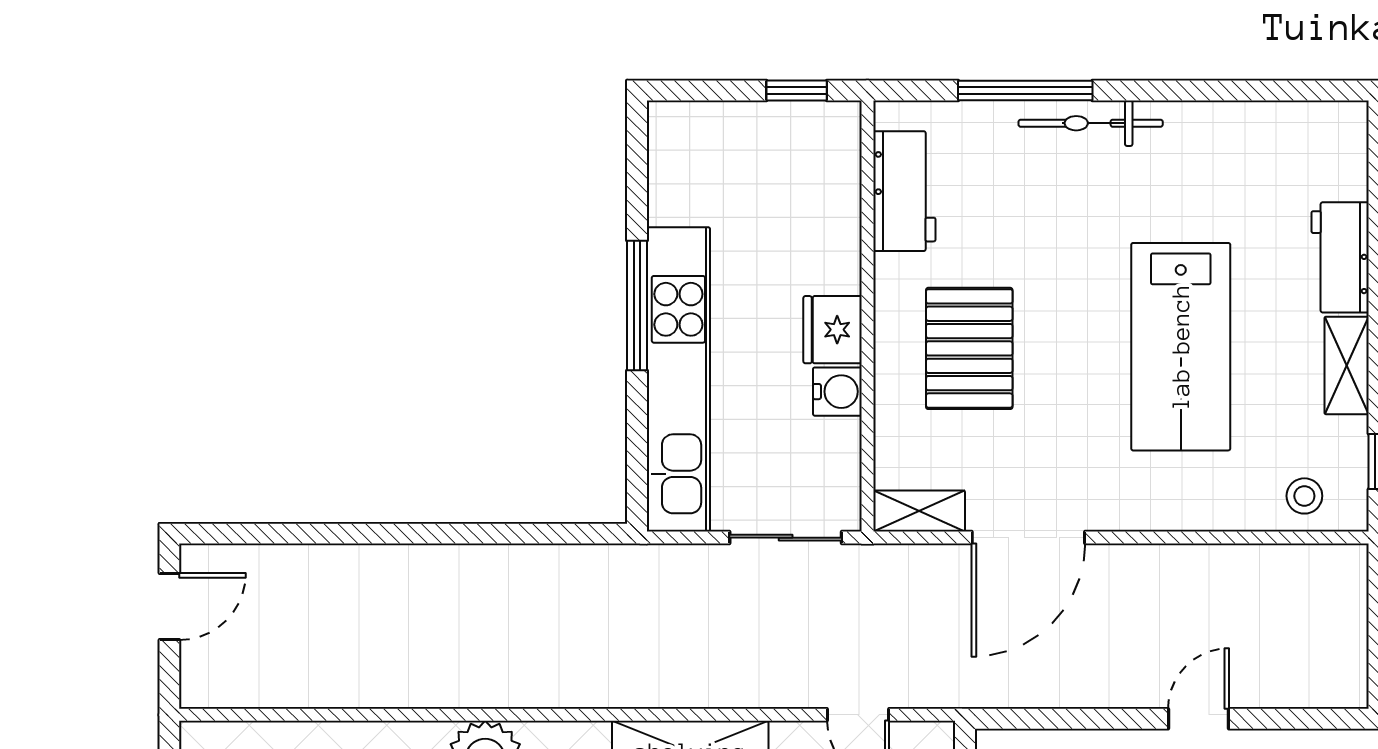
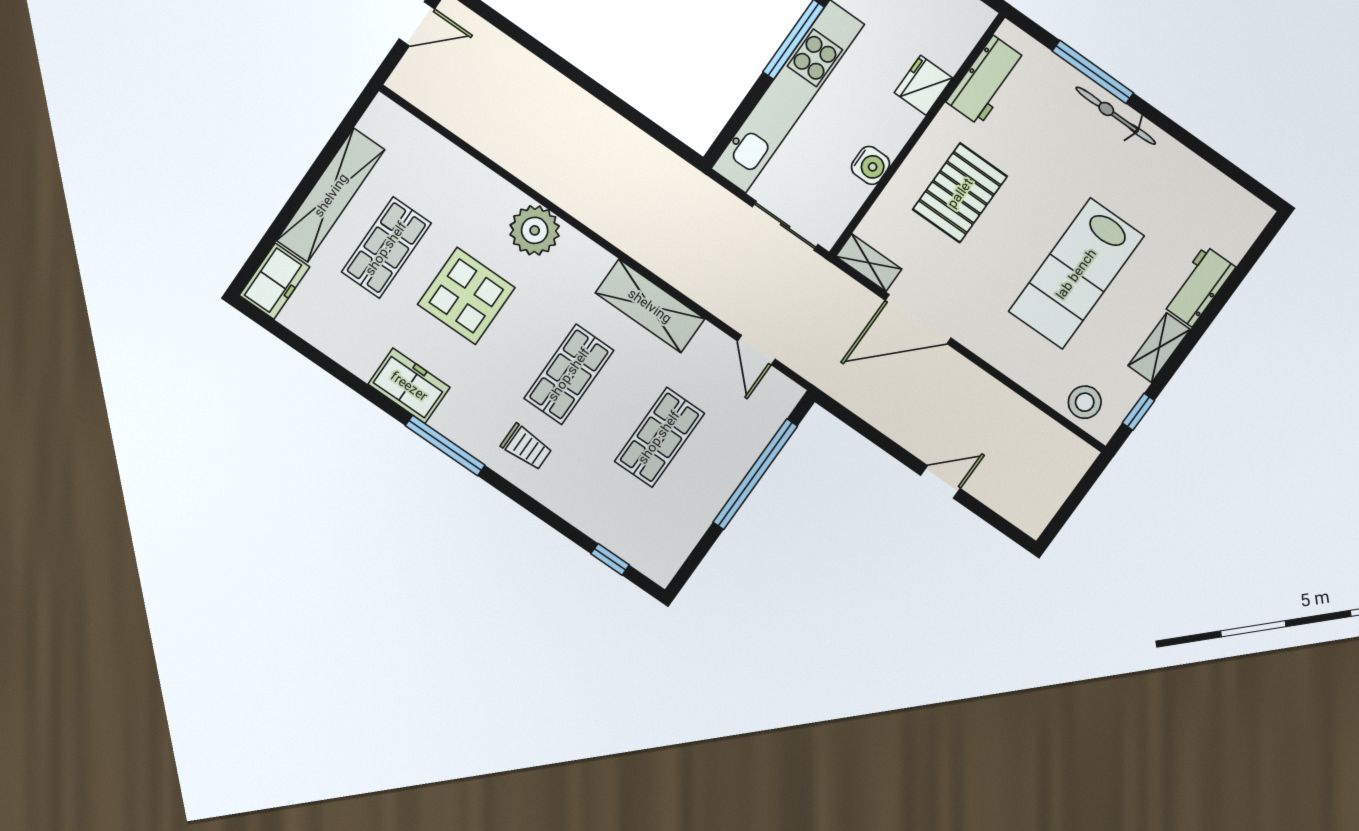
fridge: (833, 330) -> (923, 85), moved
stool: (1304, 496) -> (1085, 402), width x1.37, depth x1.37

